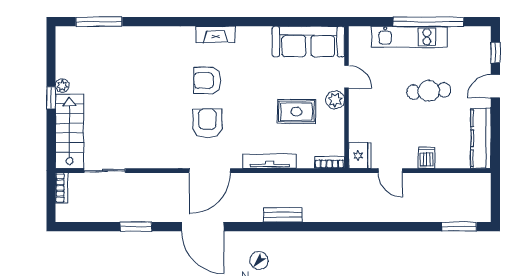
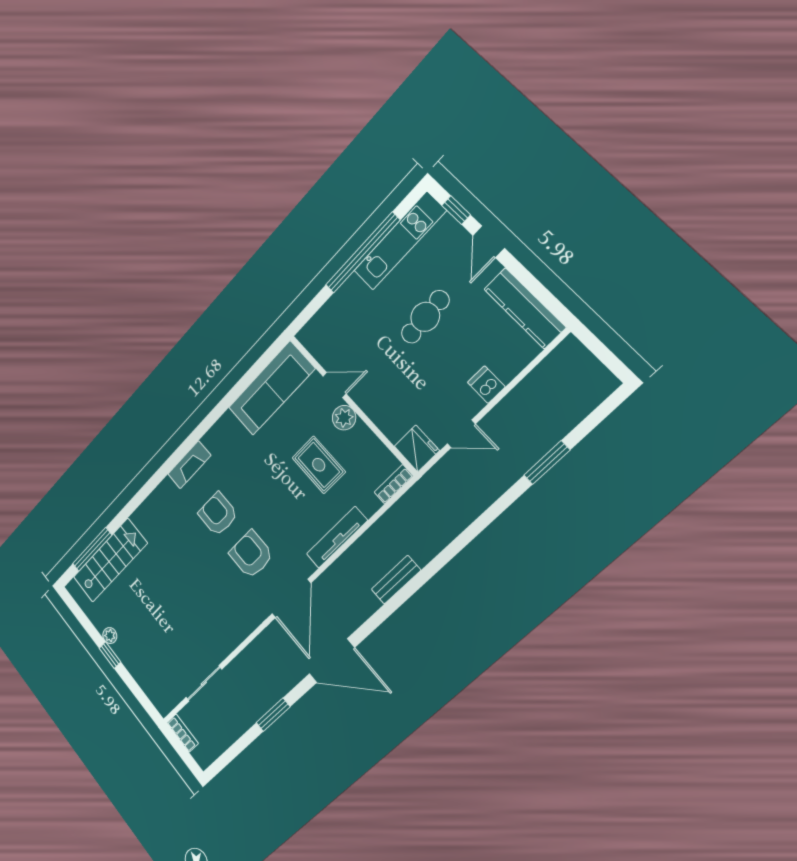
kitchen unit: (409, 37) -> (400, 241), moved
armchair: (207, 81) -> (218, 514), turned 90
rug: (296, 111) -> (319, 465), turned 90
stairs: (70, 131) -> (110, 560), moved, turned 90
window: (459, 227) -> (547, 463), moved

